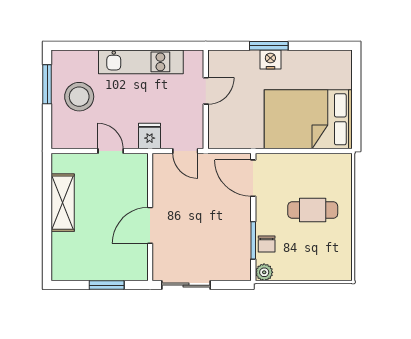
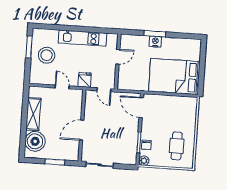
cafe table: (313, 210) -> (177, 146), moved, turned 90
boiler: (69, 251) -> (35, 141), added

